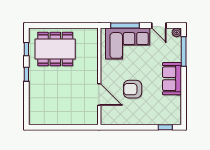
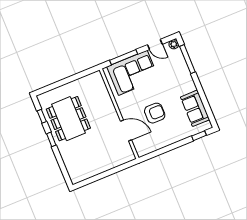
dining table: (55, 49) -> (68, 119), moved, turned 90
sofa: (172, 79) -> (195, 108), moved
armchair: (133, 89) -> (155, 113), turned 180

